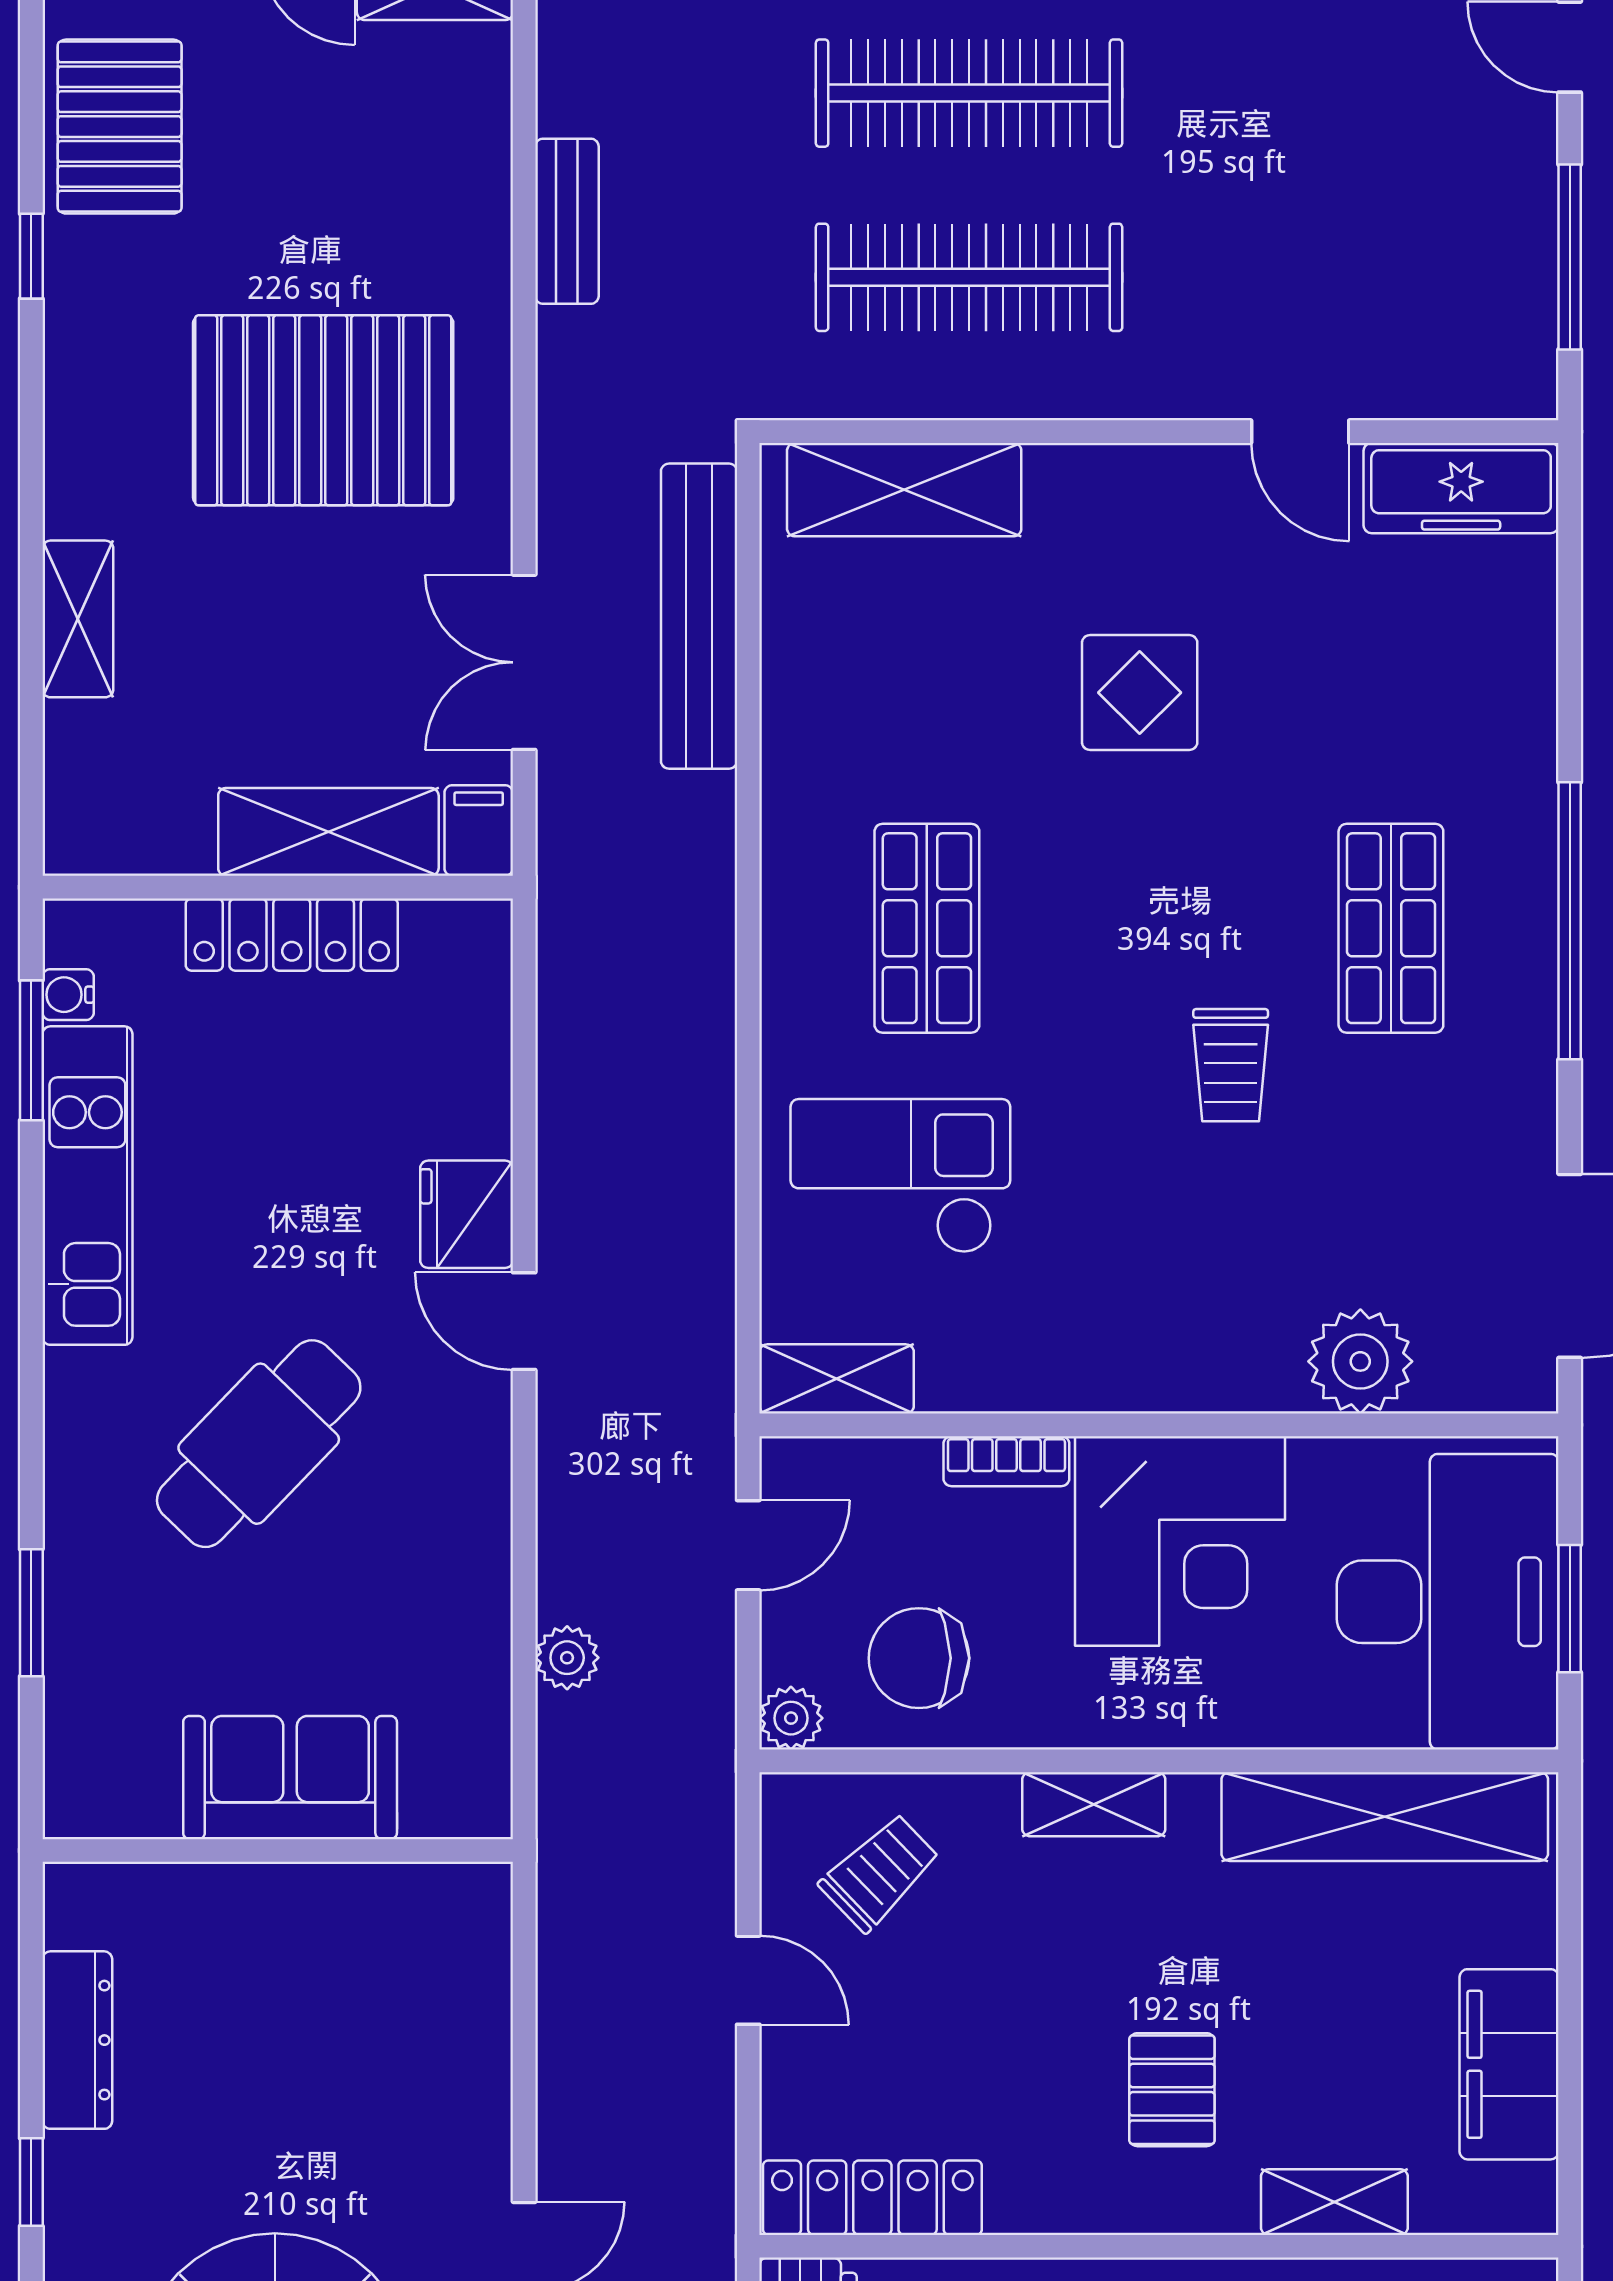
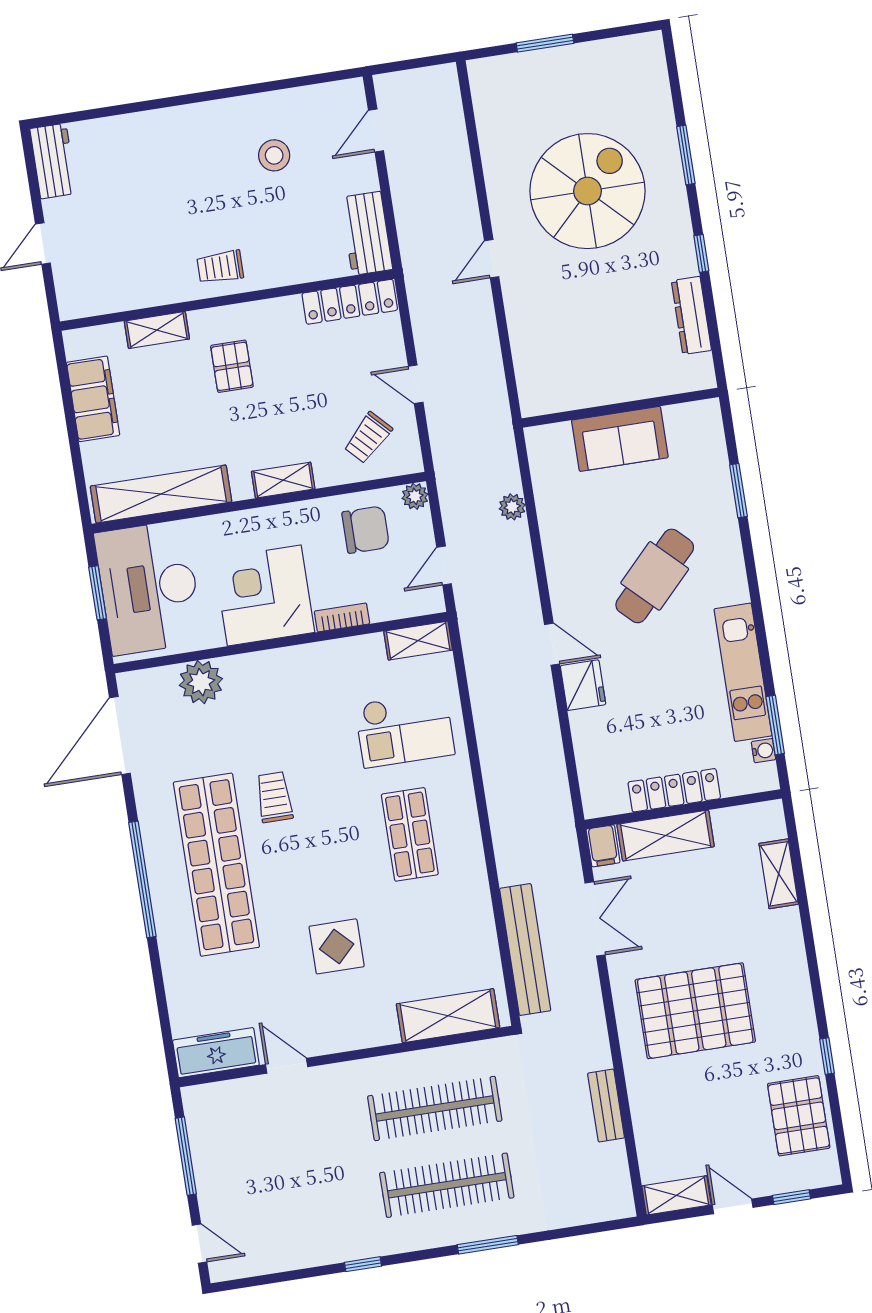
shelving: (78, 619) -> (779, 874), moved
shop shelf: (1391, 928) -> (216, 865), width x2.00, depth x1.36

